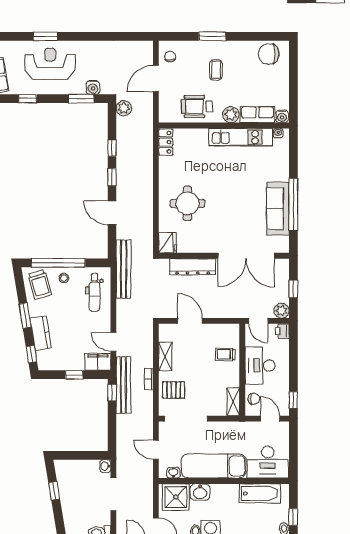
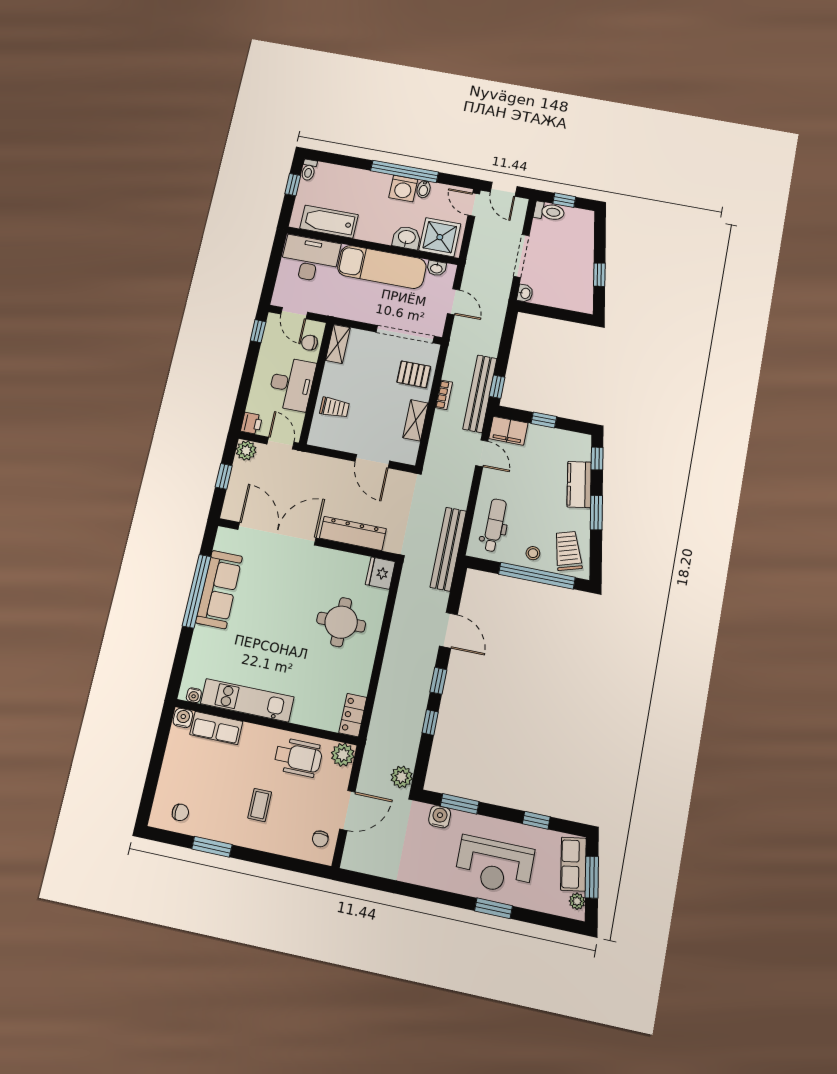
window: (212, 36) -> (212, 847), moved
chair: (269, 54) -> (180, 812), width x0.54, depth x0.54
plant: (231, 115) -> (343, 755), moved

